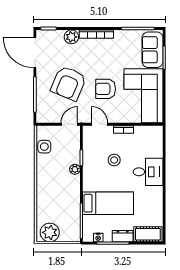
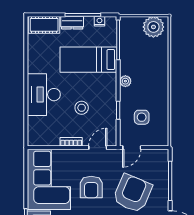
armchair: (106, 89) -> (91, 187), turned 90
door: (100, 124) -> (98, 148), swing flipped
side table: (44, 147) -> (142, 117), moved
plant: (75, 169) -> (125, 81), moved
desk: (148, 172) -> (44, 95), width x1.37

